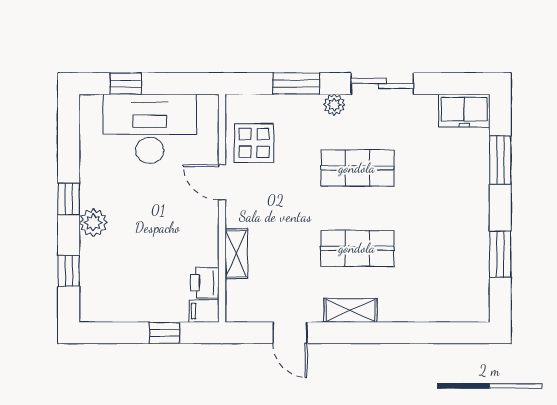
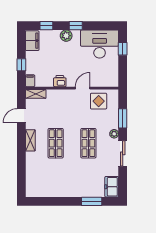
desk: (150, 129) -> (100, 44), moved, turned -90
shelving: (236, 254) -> (36, 94), moved
window: (500, 254) -> (53, 201), removed
printer: (205, 283) -> (60, 81), moved
filing cabinet: (106, 306) -> (32, 41), added

